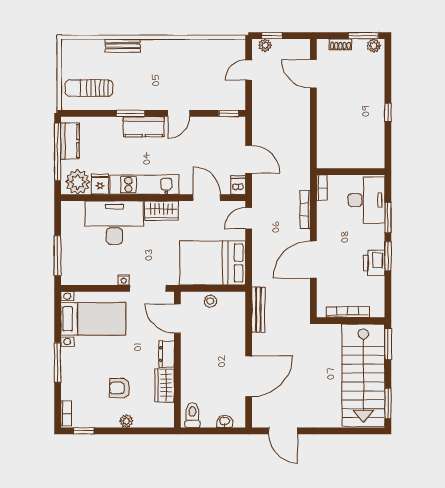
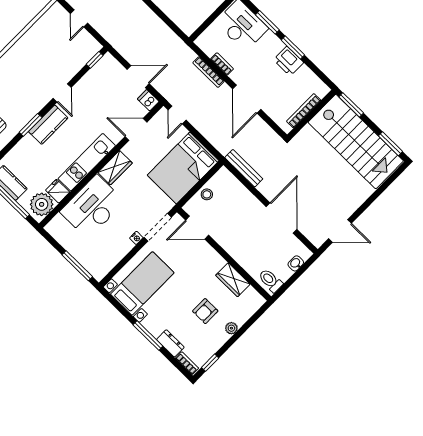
bookcase: (322, 188) -> (222, 64), moved
dresser: (167, 354) -> (170, 343), moved, turned 180

